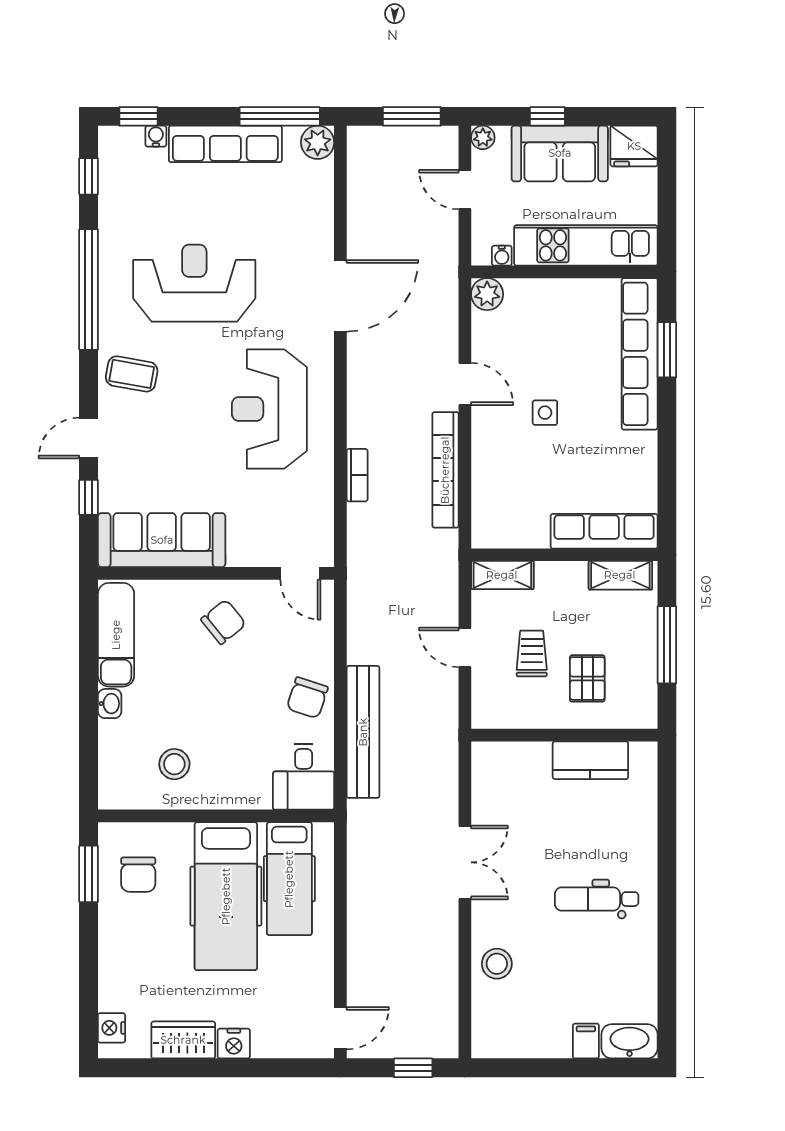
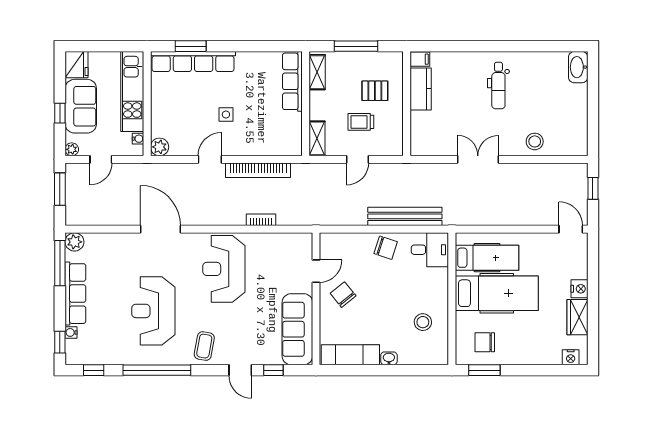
reception desk: (269, 409) -> (224, 269), turned 90
door: (300, 573) -> (316, 271), moved
chair: (138, 875) -> (485, 342), turned 180
filing cabinet: (586, 1041) -> (420, 59), moved, turned 180

